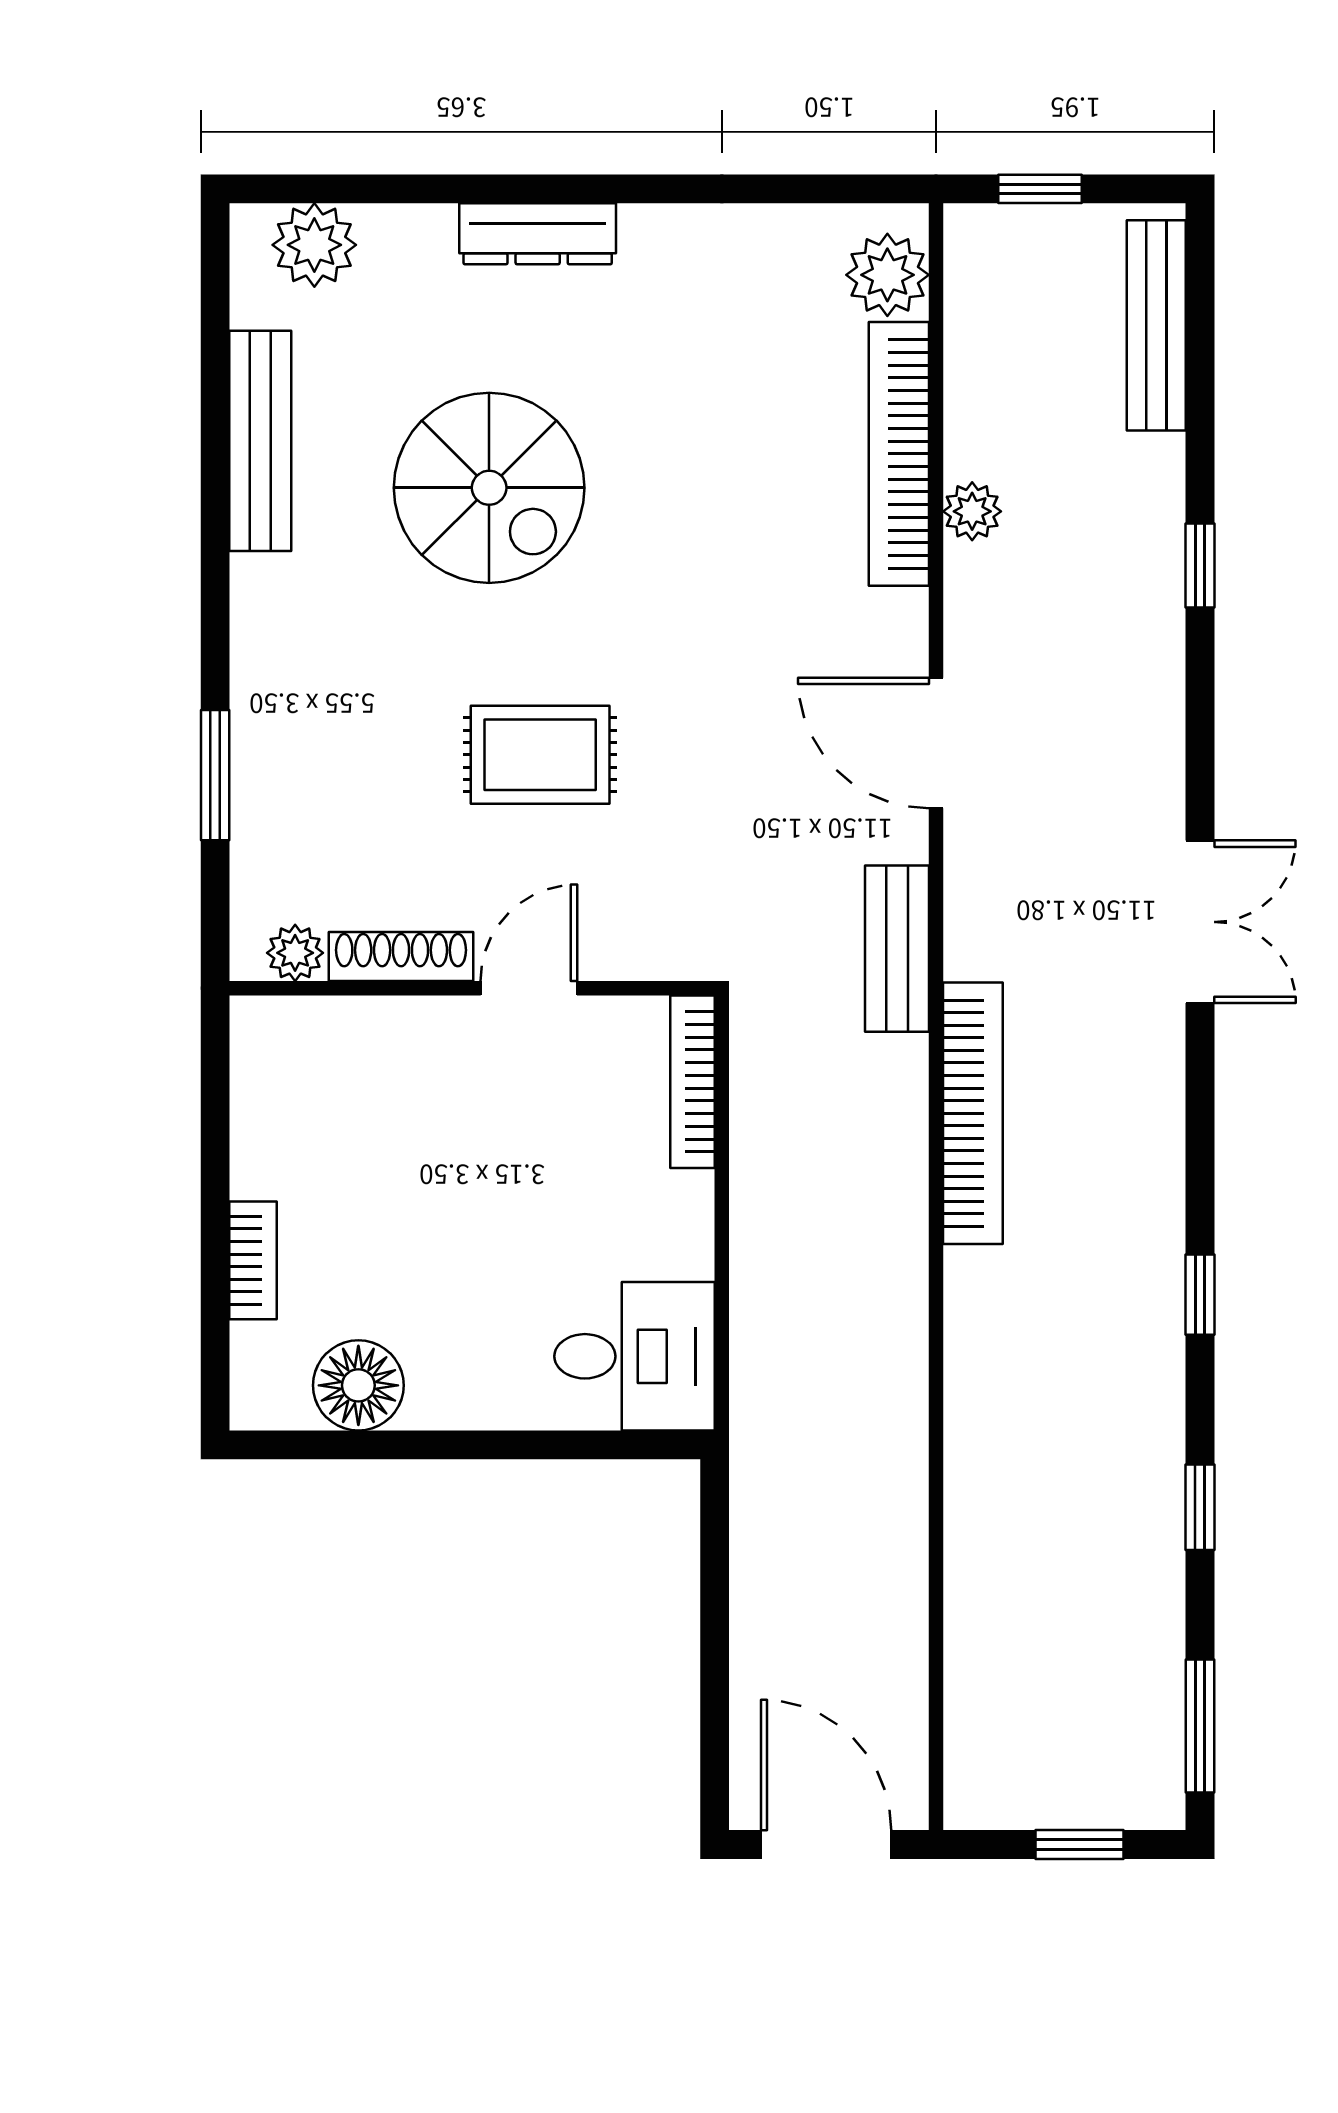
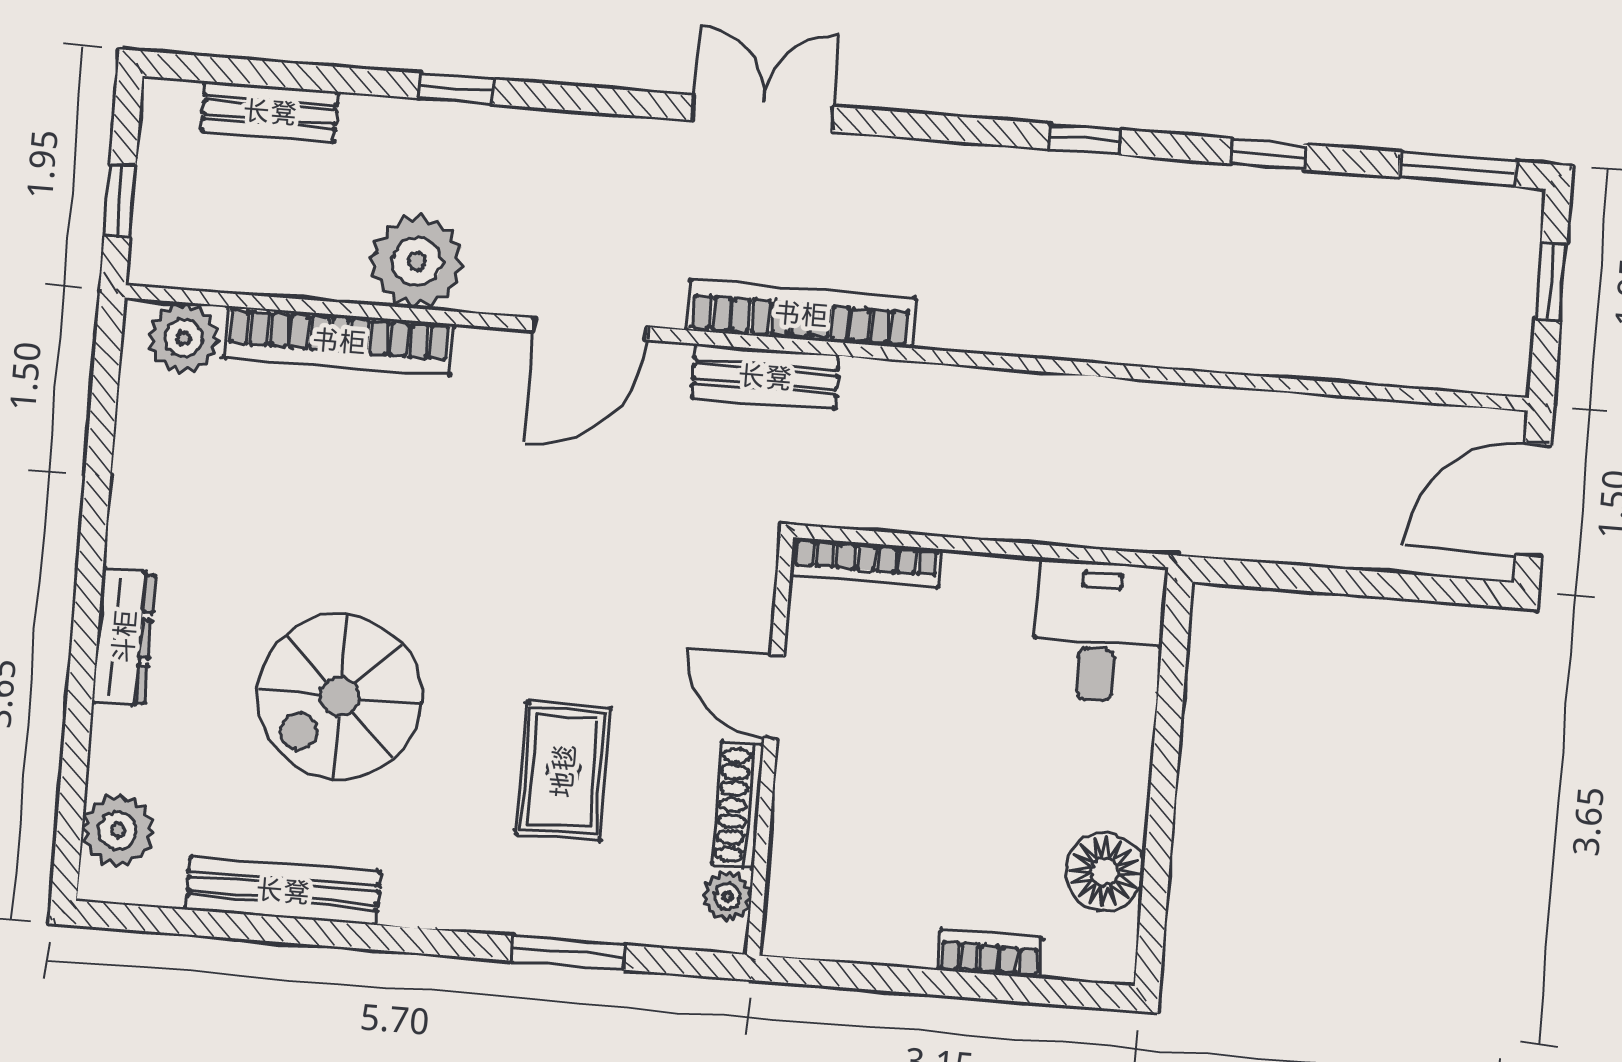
bench: (1156, 325) -> (270, 112), width x0.73
spiral stairs: (489, 488) -> (339, 697), turned 180
plant: (972, 511) -> (417, 261), width x1.87, depth x1.87
rug: (540, 755) -> (563, 771), moved
bookcase: (973, 1113) -> (801, 314), moved

